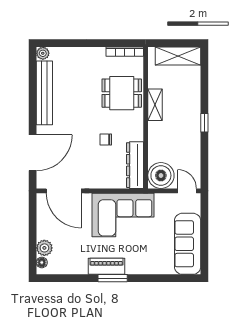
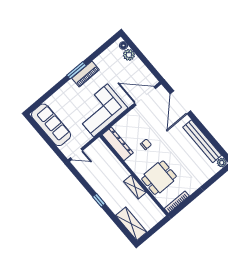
shelving: (178, 56) -> (131, 224), moved, turned 90
boiler: (161, 175) -> (98, 150), removed

